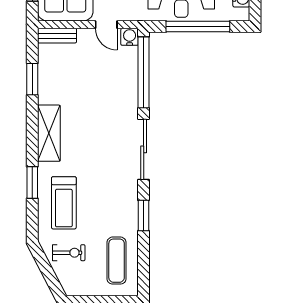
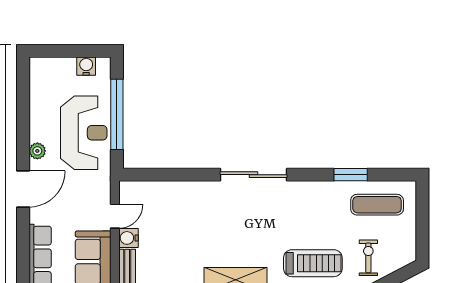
water cooler: (130, 37) -> (128, 238), moved
window: (144, 72) -> (168, 175), removed
window: (144, 216) -> (351, 175), moved

